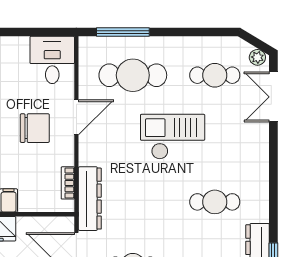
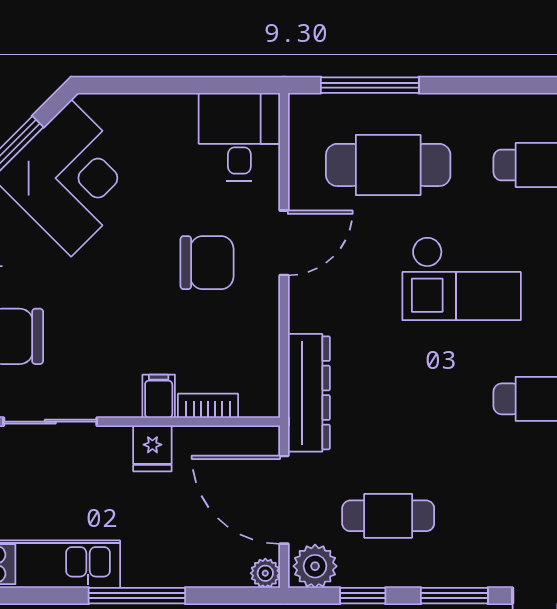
checkout: (173, 137) -> (462, 279), turned 180
bookcase: (68, 183) -> (208, 406), moved, turned 90

